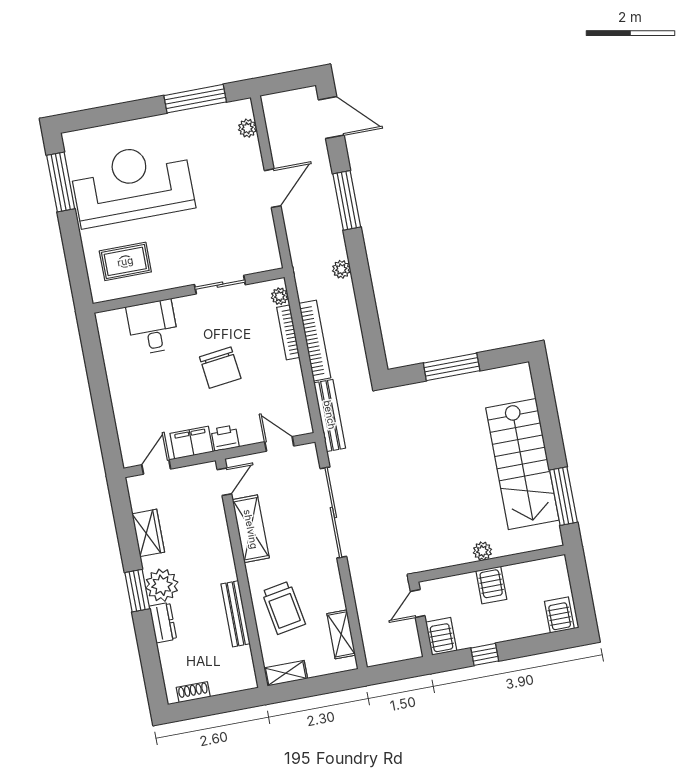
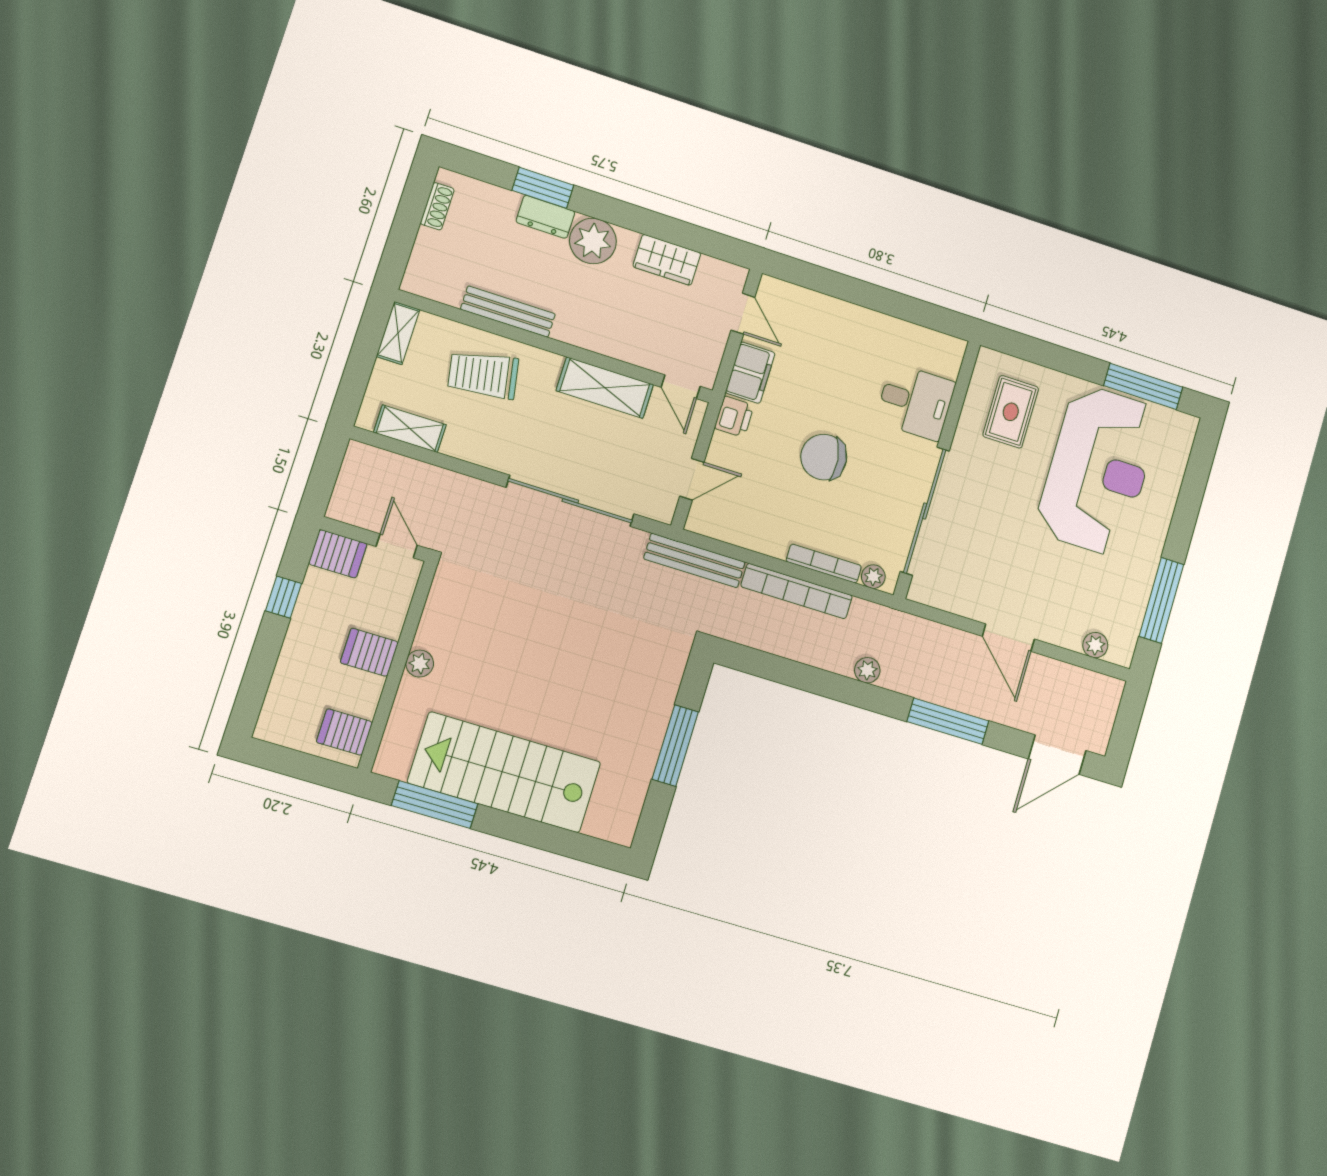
sliding door: (220, 285) -> (925, 511), width x1.86
window: (137, 591) -> (543, 188), moved
server rack: (559, 615) -> (345, 732), moved, turned 180

